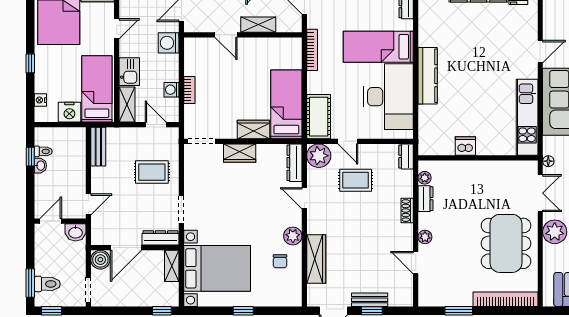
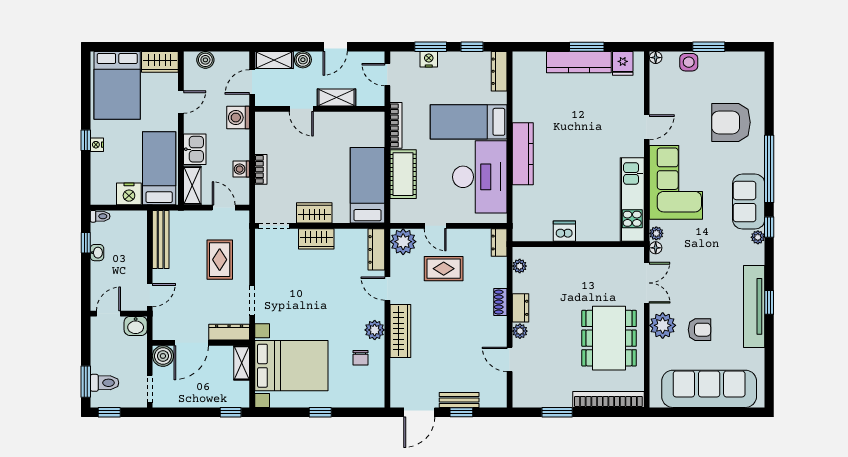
nightstand: (40, 100) -> (97, 145), moved
cot: (319, 117) -> (403, 174), moved
wardrobe: (253, 129) -> (314, 213), moved
bench: (98, 147) -> (161, 240), width x1.36
plant: (549, 148) -> (656, 233), added
toilet: (43, 151) -> (100, 216), moved
rug: (152, 172) -> (220, 260), turned 90
dresser: (425, 199) -> (520, 308), moved
wardrobe: (316, 259) -> (400, 331), moved

